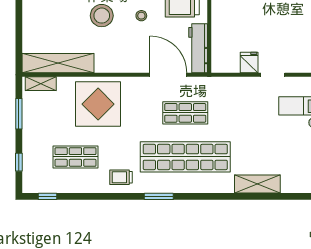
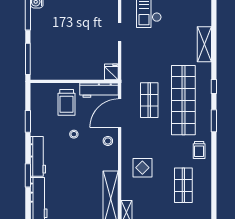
stool: (102, 16) -> (108, 141), moved, width x0.53, depth x0.53
fridge: (249, 62) -> (111, 72), moved, turned 90
display table: (98, 104) -> (142, 168), width x0.54, depth x0.54
window: (48, 196) -> (214, 87), moved

